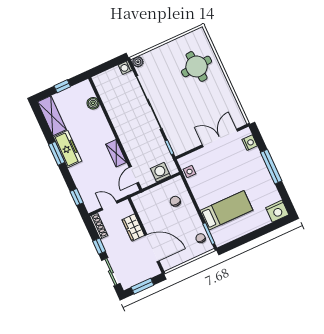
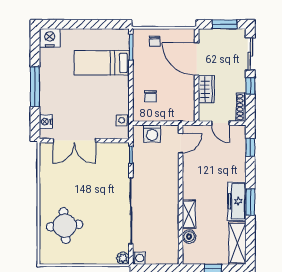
shelving: (116, 153) -> (189, 214), moved
chair: (201, 238) -> (155, 41), moved

